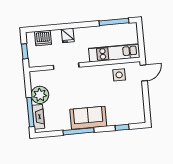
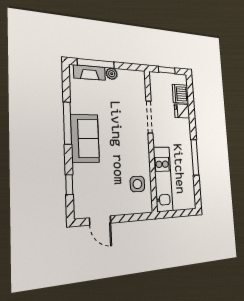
window: (114, 22) -> (195, 157), moved
fridge: (68, 35) -> (182, 111), moved
door: (144, 73) -> (100, 220), moved
plant: (40, 95) -> (112, 74), width x0.53, depth x0.53

